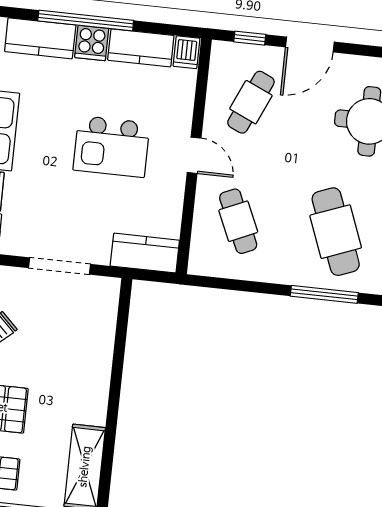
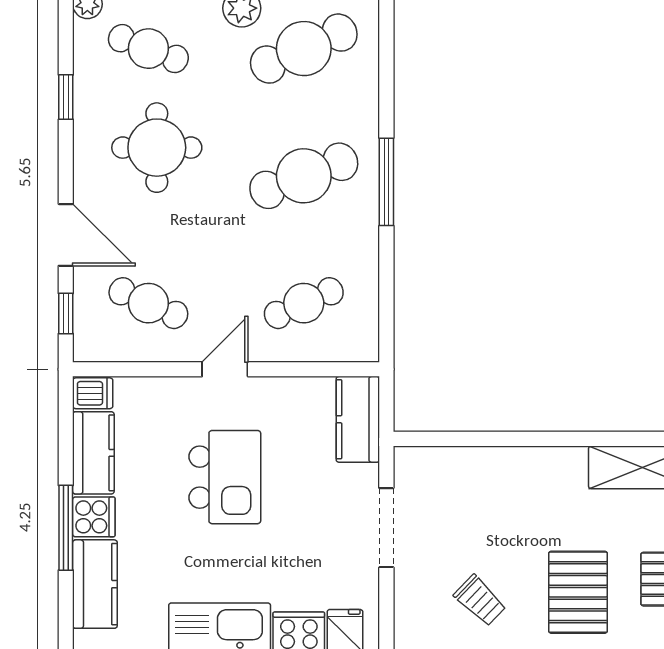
window: (86, 21) -> (66, 528), width x0.68

